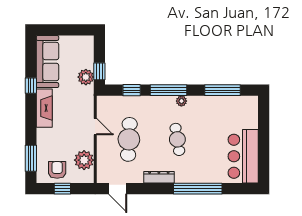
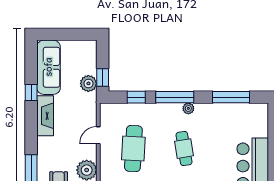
door: (95, 127) -> (98, 135), swing flipped

